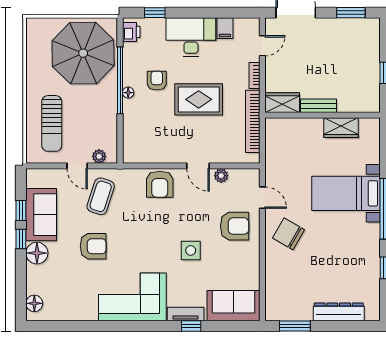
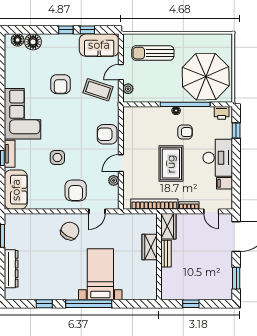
wardrobe: (341, 128) -> (150, 247), moved
sofa: (41, 215) -> (99, 45), moved
floor lamp: (37, 253) -> (33, 42), moved

